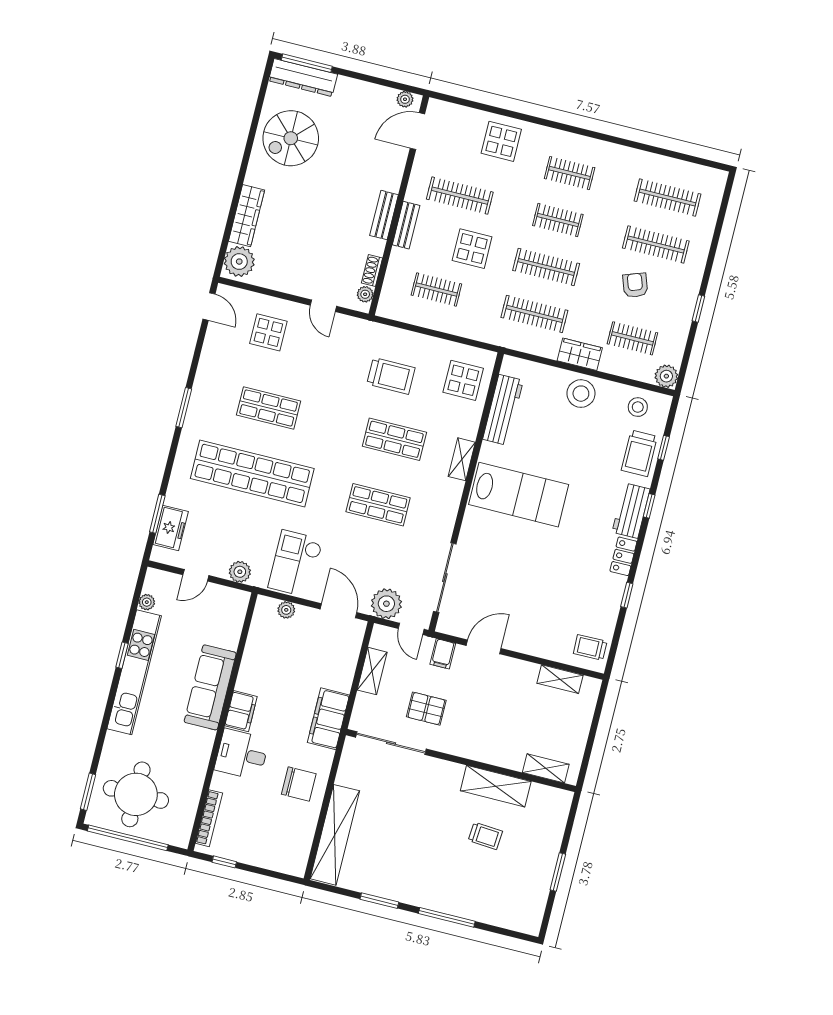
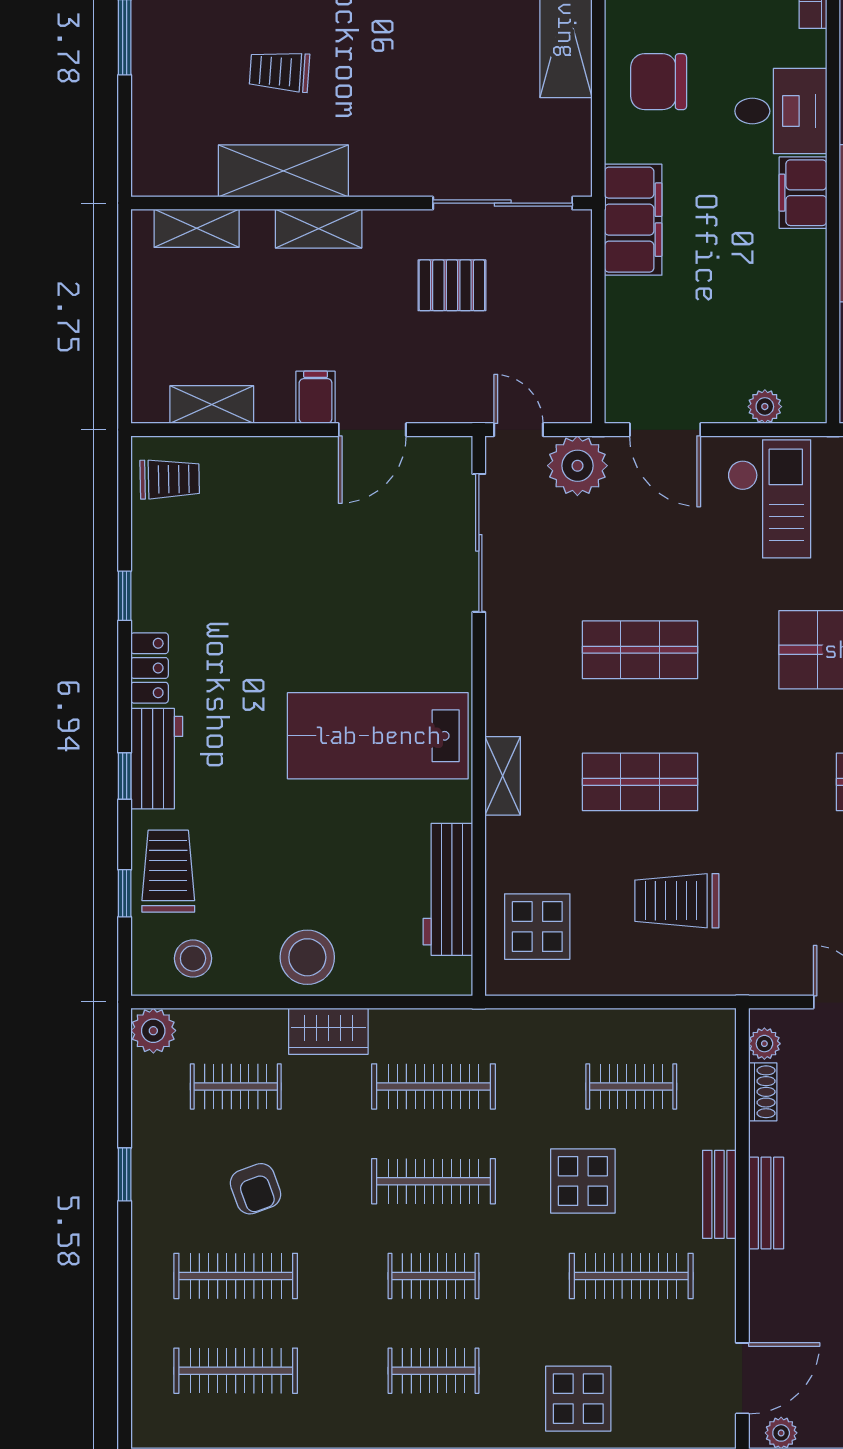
filing cabinet: (443, 654) -> (316, 397), moved
shelving: (372, 671) -> (319, 229), moved, turned 90

